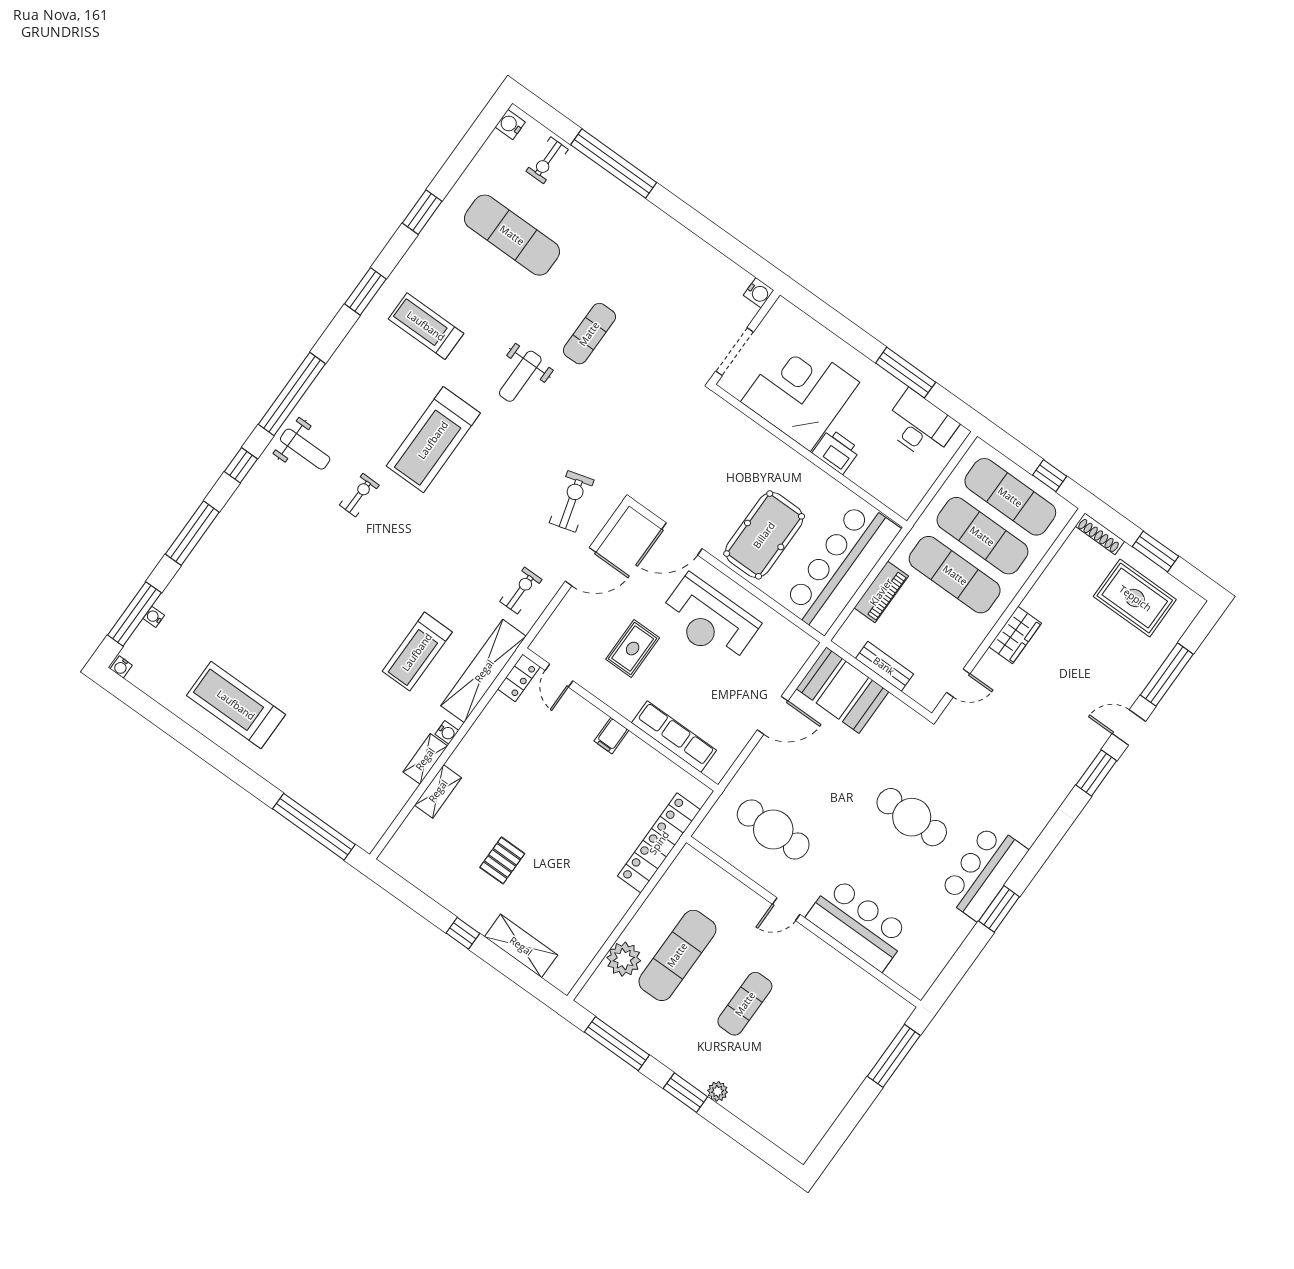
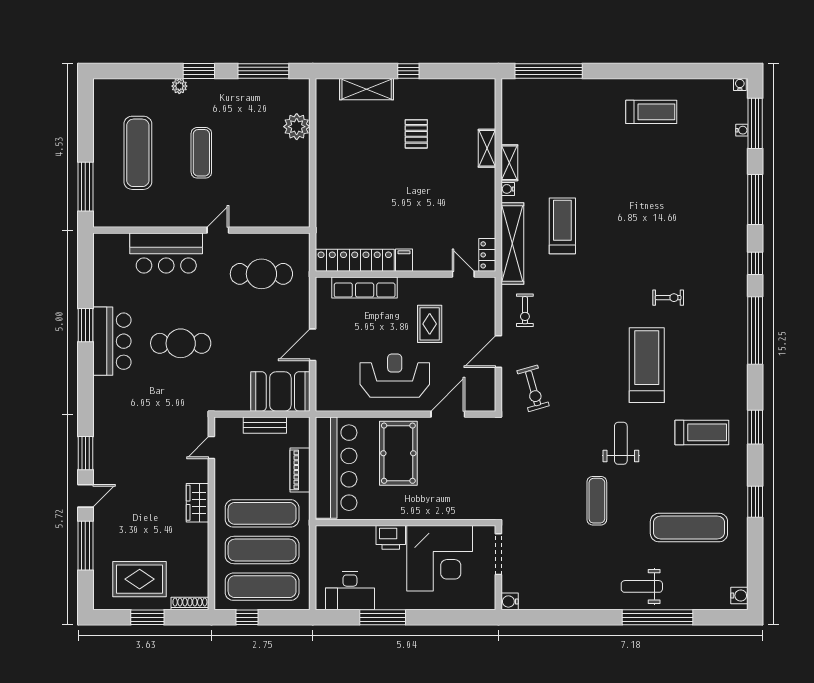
exercise bike: (547, 160) -> (700, 590), removed
weight bench: (305, 449) -> (642, 586), moved
exercise bike: (359, 495) -> (668, 298), turned -91
treadmill: (236, 705) -> (651, 112), width x0.73, depth x0.73
locker: (659, 843) -> (355, 260), moved, turned -90
exercise mat: (677, 955) -> (138, 153), moved

